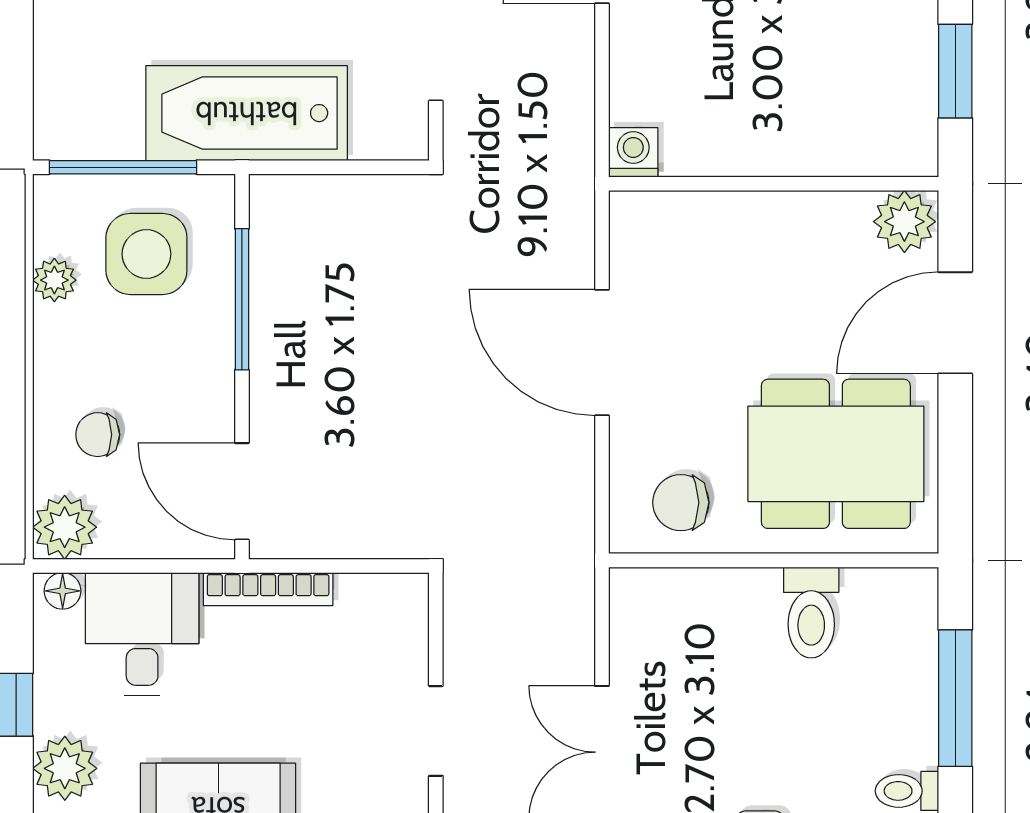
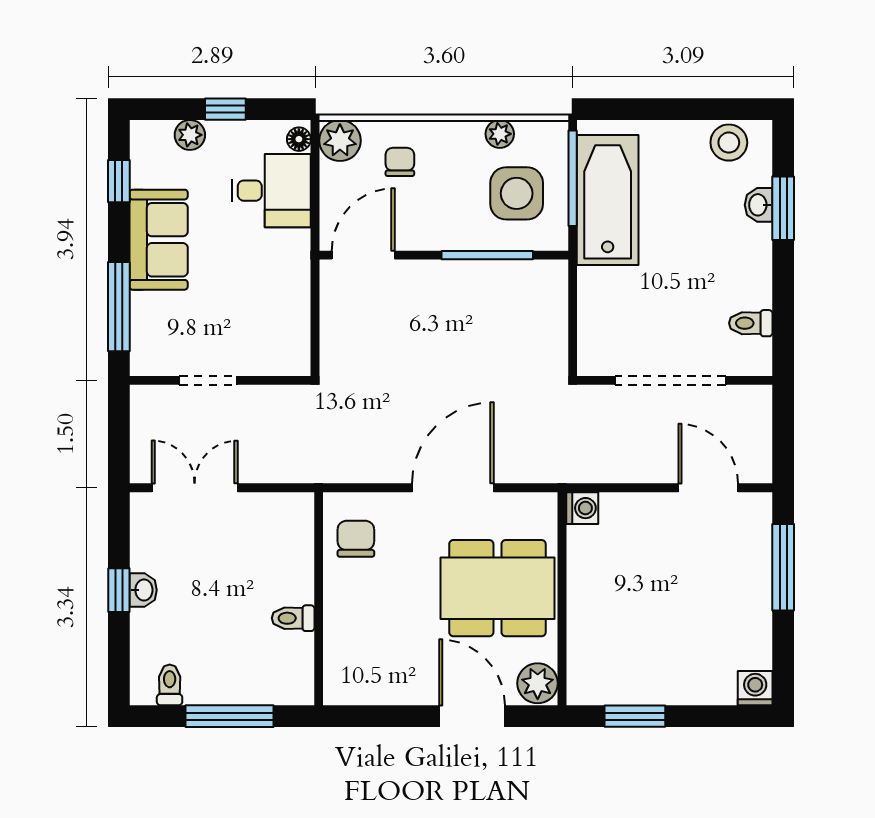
bathtub: (247, 113) -> (608, 200), moved
dining table: (836, 454) -> (497, 588), moved, turned 90
bookcase: (268, 589) -> (300, 272), removed
toilet: (811, 612) -> (293, 618), width x0.73, depth x0.72
plant: (65, 768) -> (190, 135), width x0.73, depth x0.73

